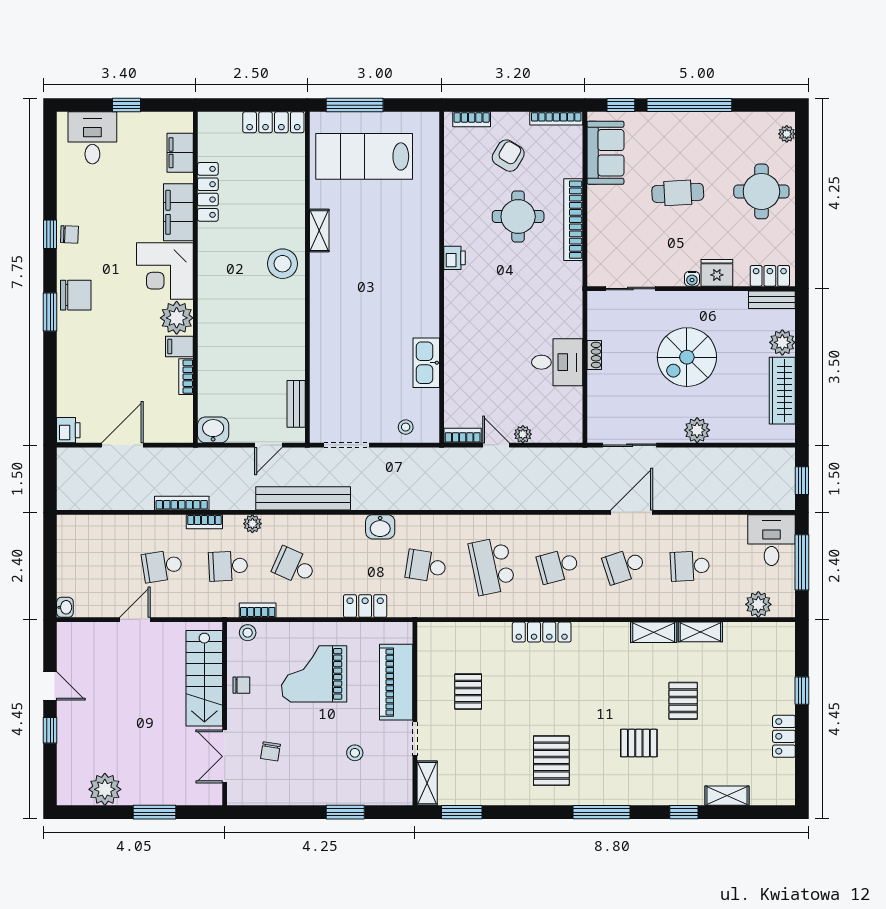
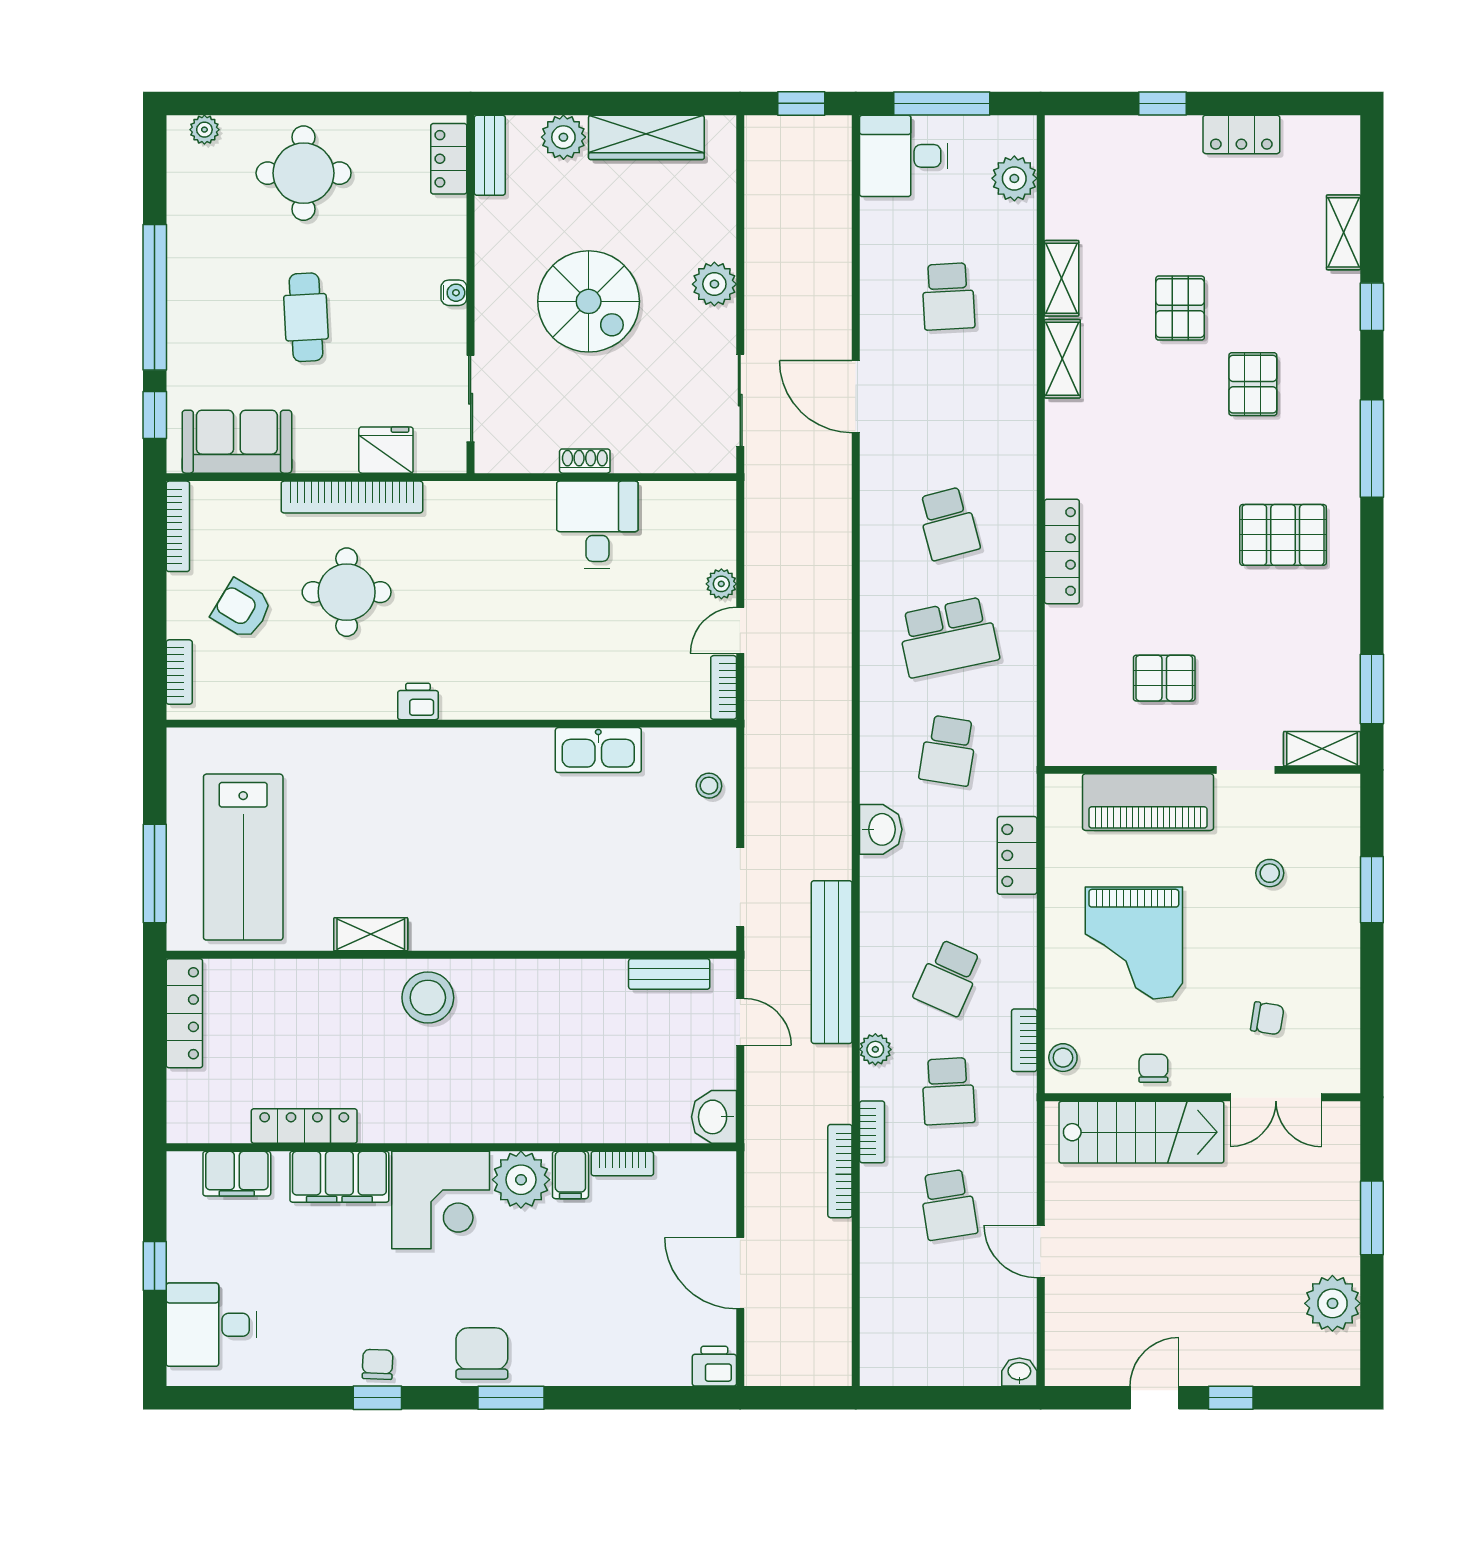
fridge: (717, 273) -> (386, 450), moved, turned 90
school desk: (624, 566) -> (948, 410), removed
pallet: (683, 701) -> (1180, 308), turned 90

